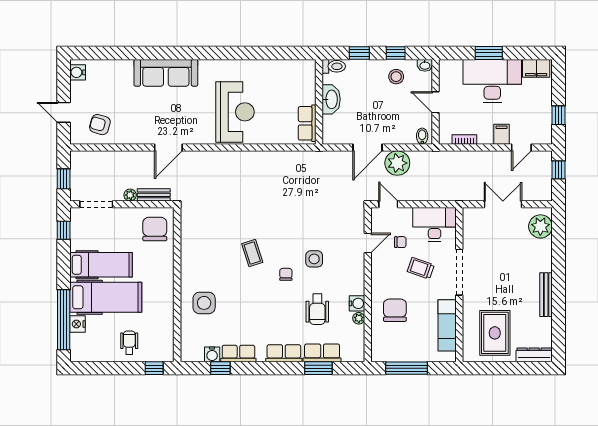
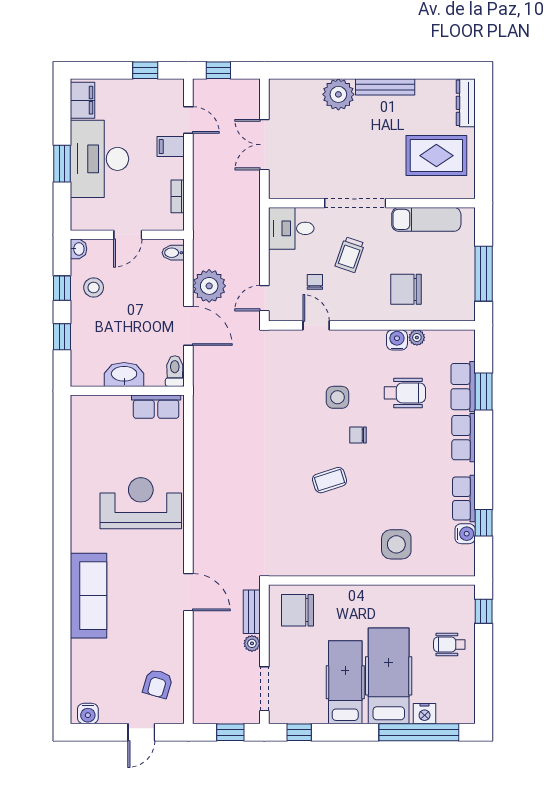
toilet: (334, 66) -> (175, 371), moved
desk: (435, 224) -> (291, 228), width x0.73
plant: (540, 226) -> (338, 94), moved

